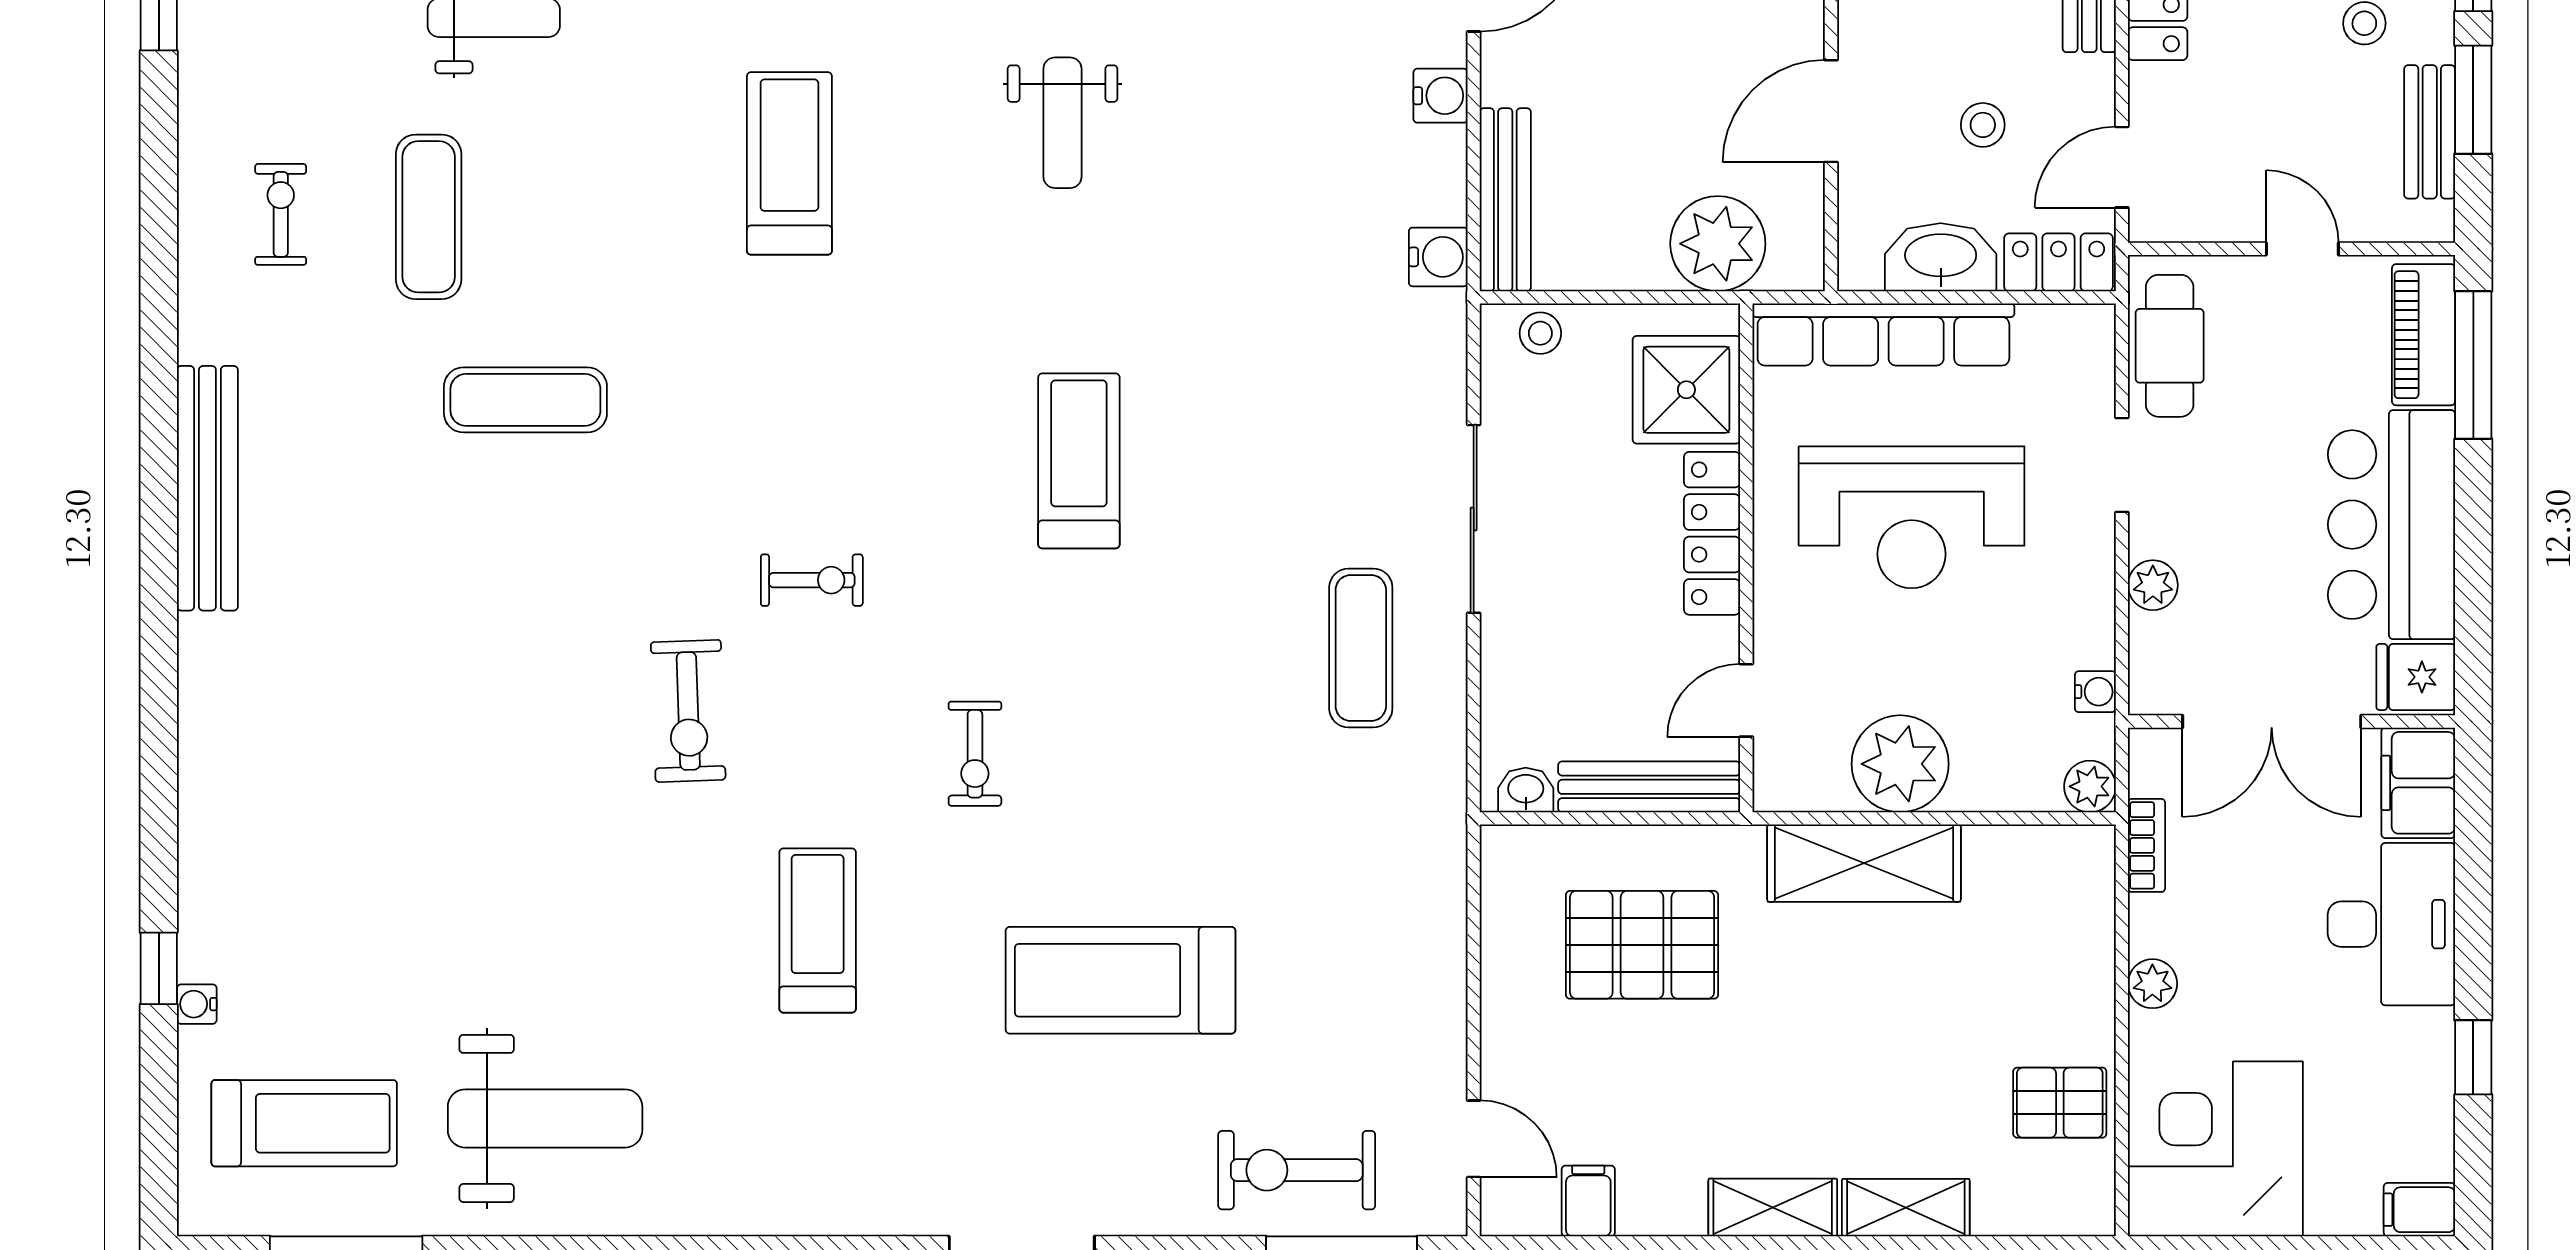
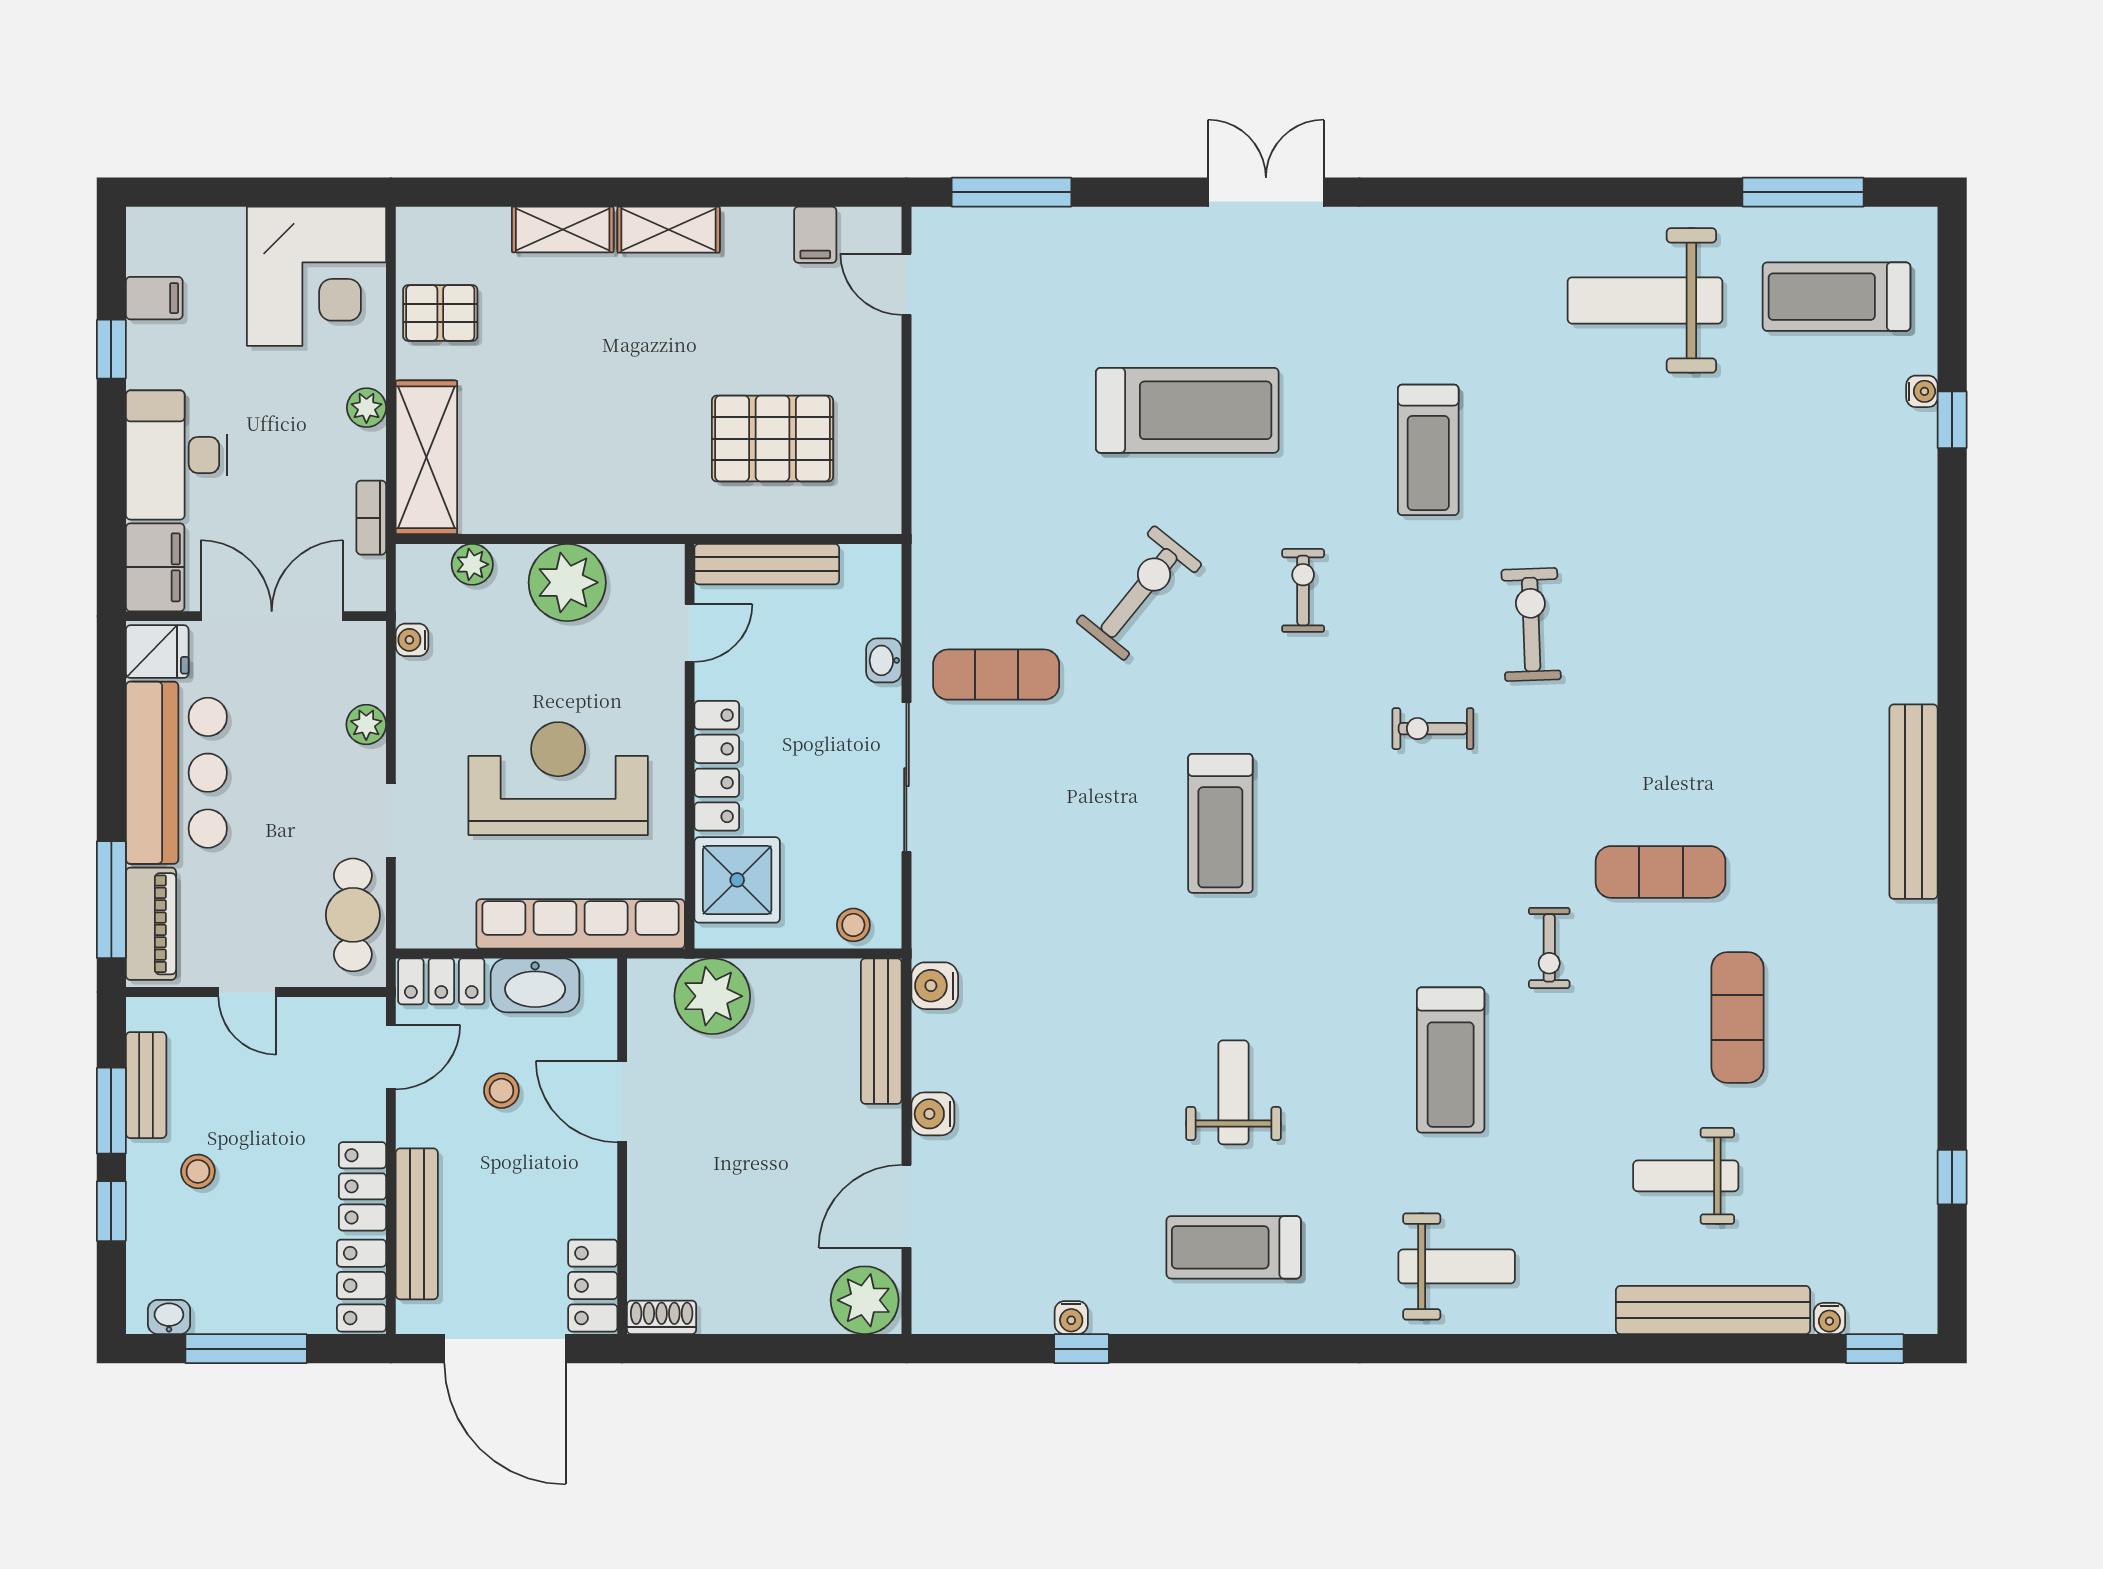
door: (1831, 111) -> (622, 1102), swing flipped
exercise bike: (281, 214) -> (1549, 948), moved
exercise mat: (1361, 648) -> (996, 675), turned 90
plant: (2090, 786) -> (472, 564), moved
washbasin: (1526, 790) -> (884, 660), moved, turned 90
shelving: (1864, 863) -> (426, 457), moved, turned 90
exercise bike: (1297, 1170) -> (1139, 593), moved, turned -51
filing cabinet: (2419, 1210) -> (154, 298), moved

